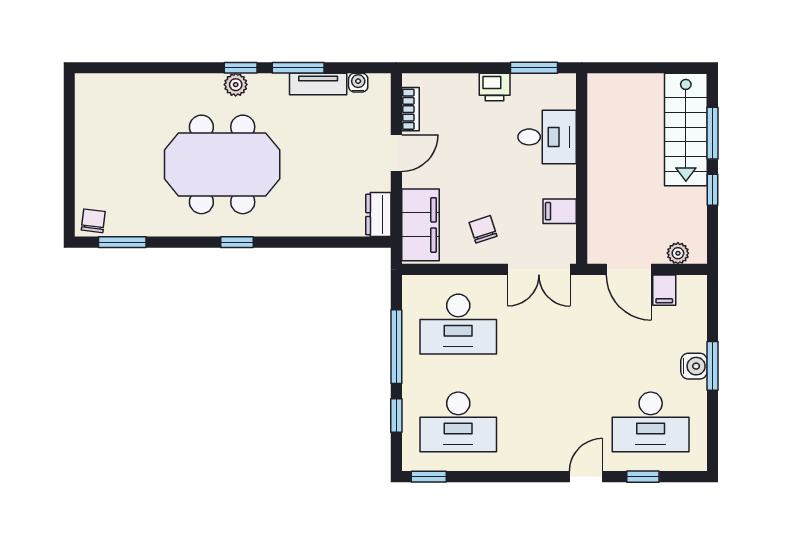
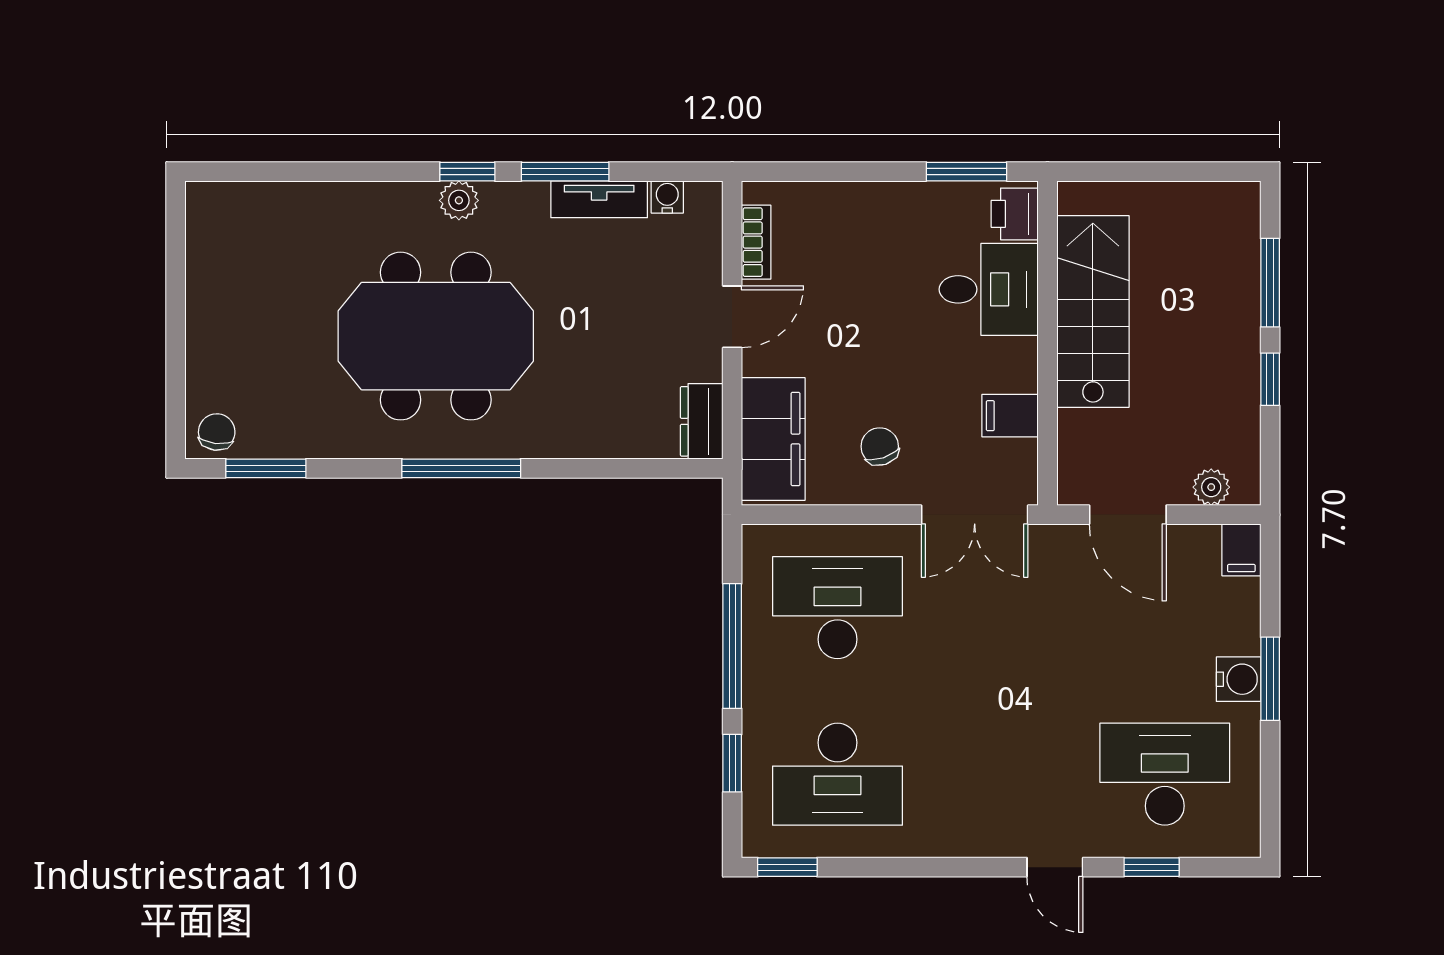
printer: (495, 87) -> (1015, 214), moved, turned 90
stairs: (686, 130) -> (1093, 311), moved, turned 180
window: (237, 242) -> (461, 468), width x2.17
filing cabinet: (664, 290) -> (1241, 550), moved
desk: (458, 324) -> (837, 608), turned 180
desk: (651, 422) -> (1165, 774), turned 180
door: (586, 477) -> (1055, 867), swing flipped

